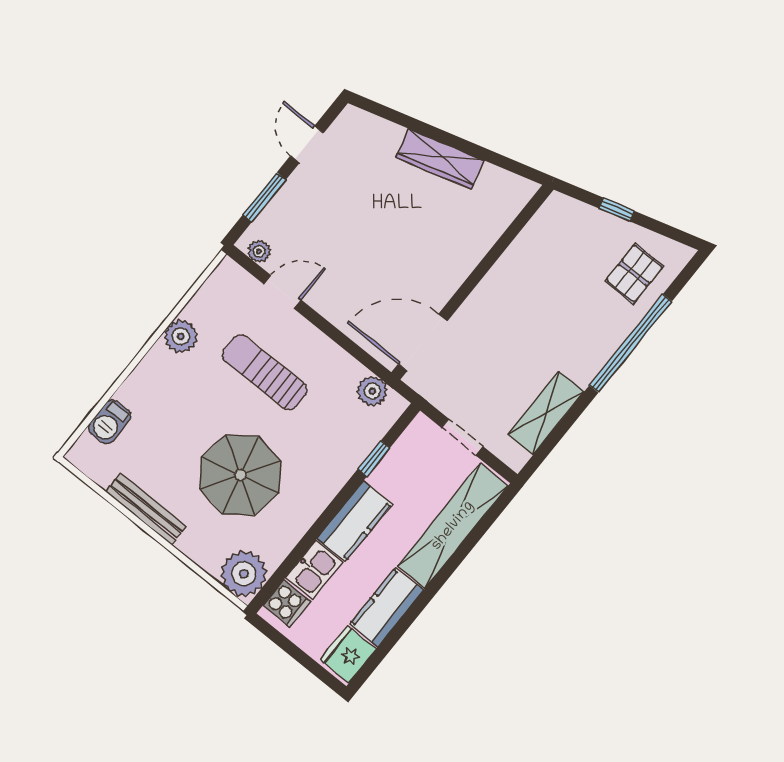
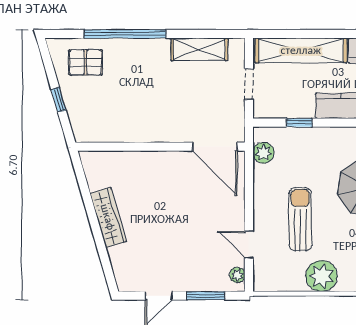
plant: (181, 336) -> (322, 276), width x1.36, depth x1.36
sun lounger: (265, 372) -> (300, 219), turned 180

